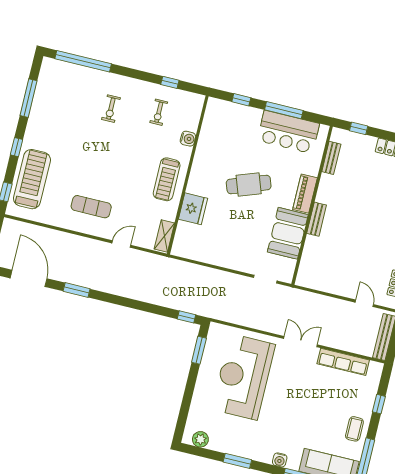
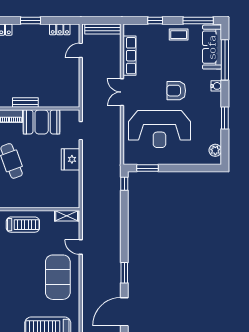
exercise mat: (91, 207) -> (58, 277), width x2.00, depth x1.45
fridge: (193, 209) -> (71, 159), moved, turned -90
armchair: (286, 409) -> (176, 91), added

